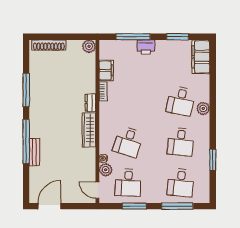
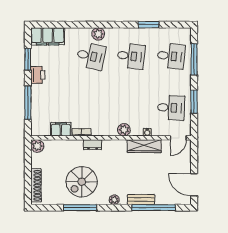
printer: (146, 47) -> (38, 75), moved
spiral stairs: (53, 92) -> (82, 182), added
plant: (34, 125) -> (114, 200), added
wardrobe: (89, 130) -> (144, 146), moved
window: (26, 142) -> (153, 208), moved
desk: (128, 142) -> (131, 108), removed
plant: (106, 170) -> (124, 130), moved

